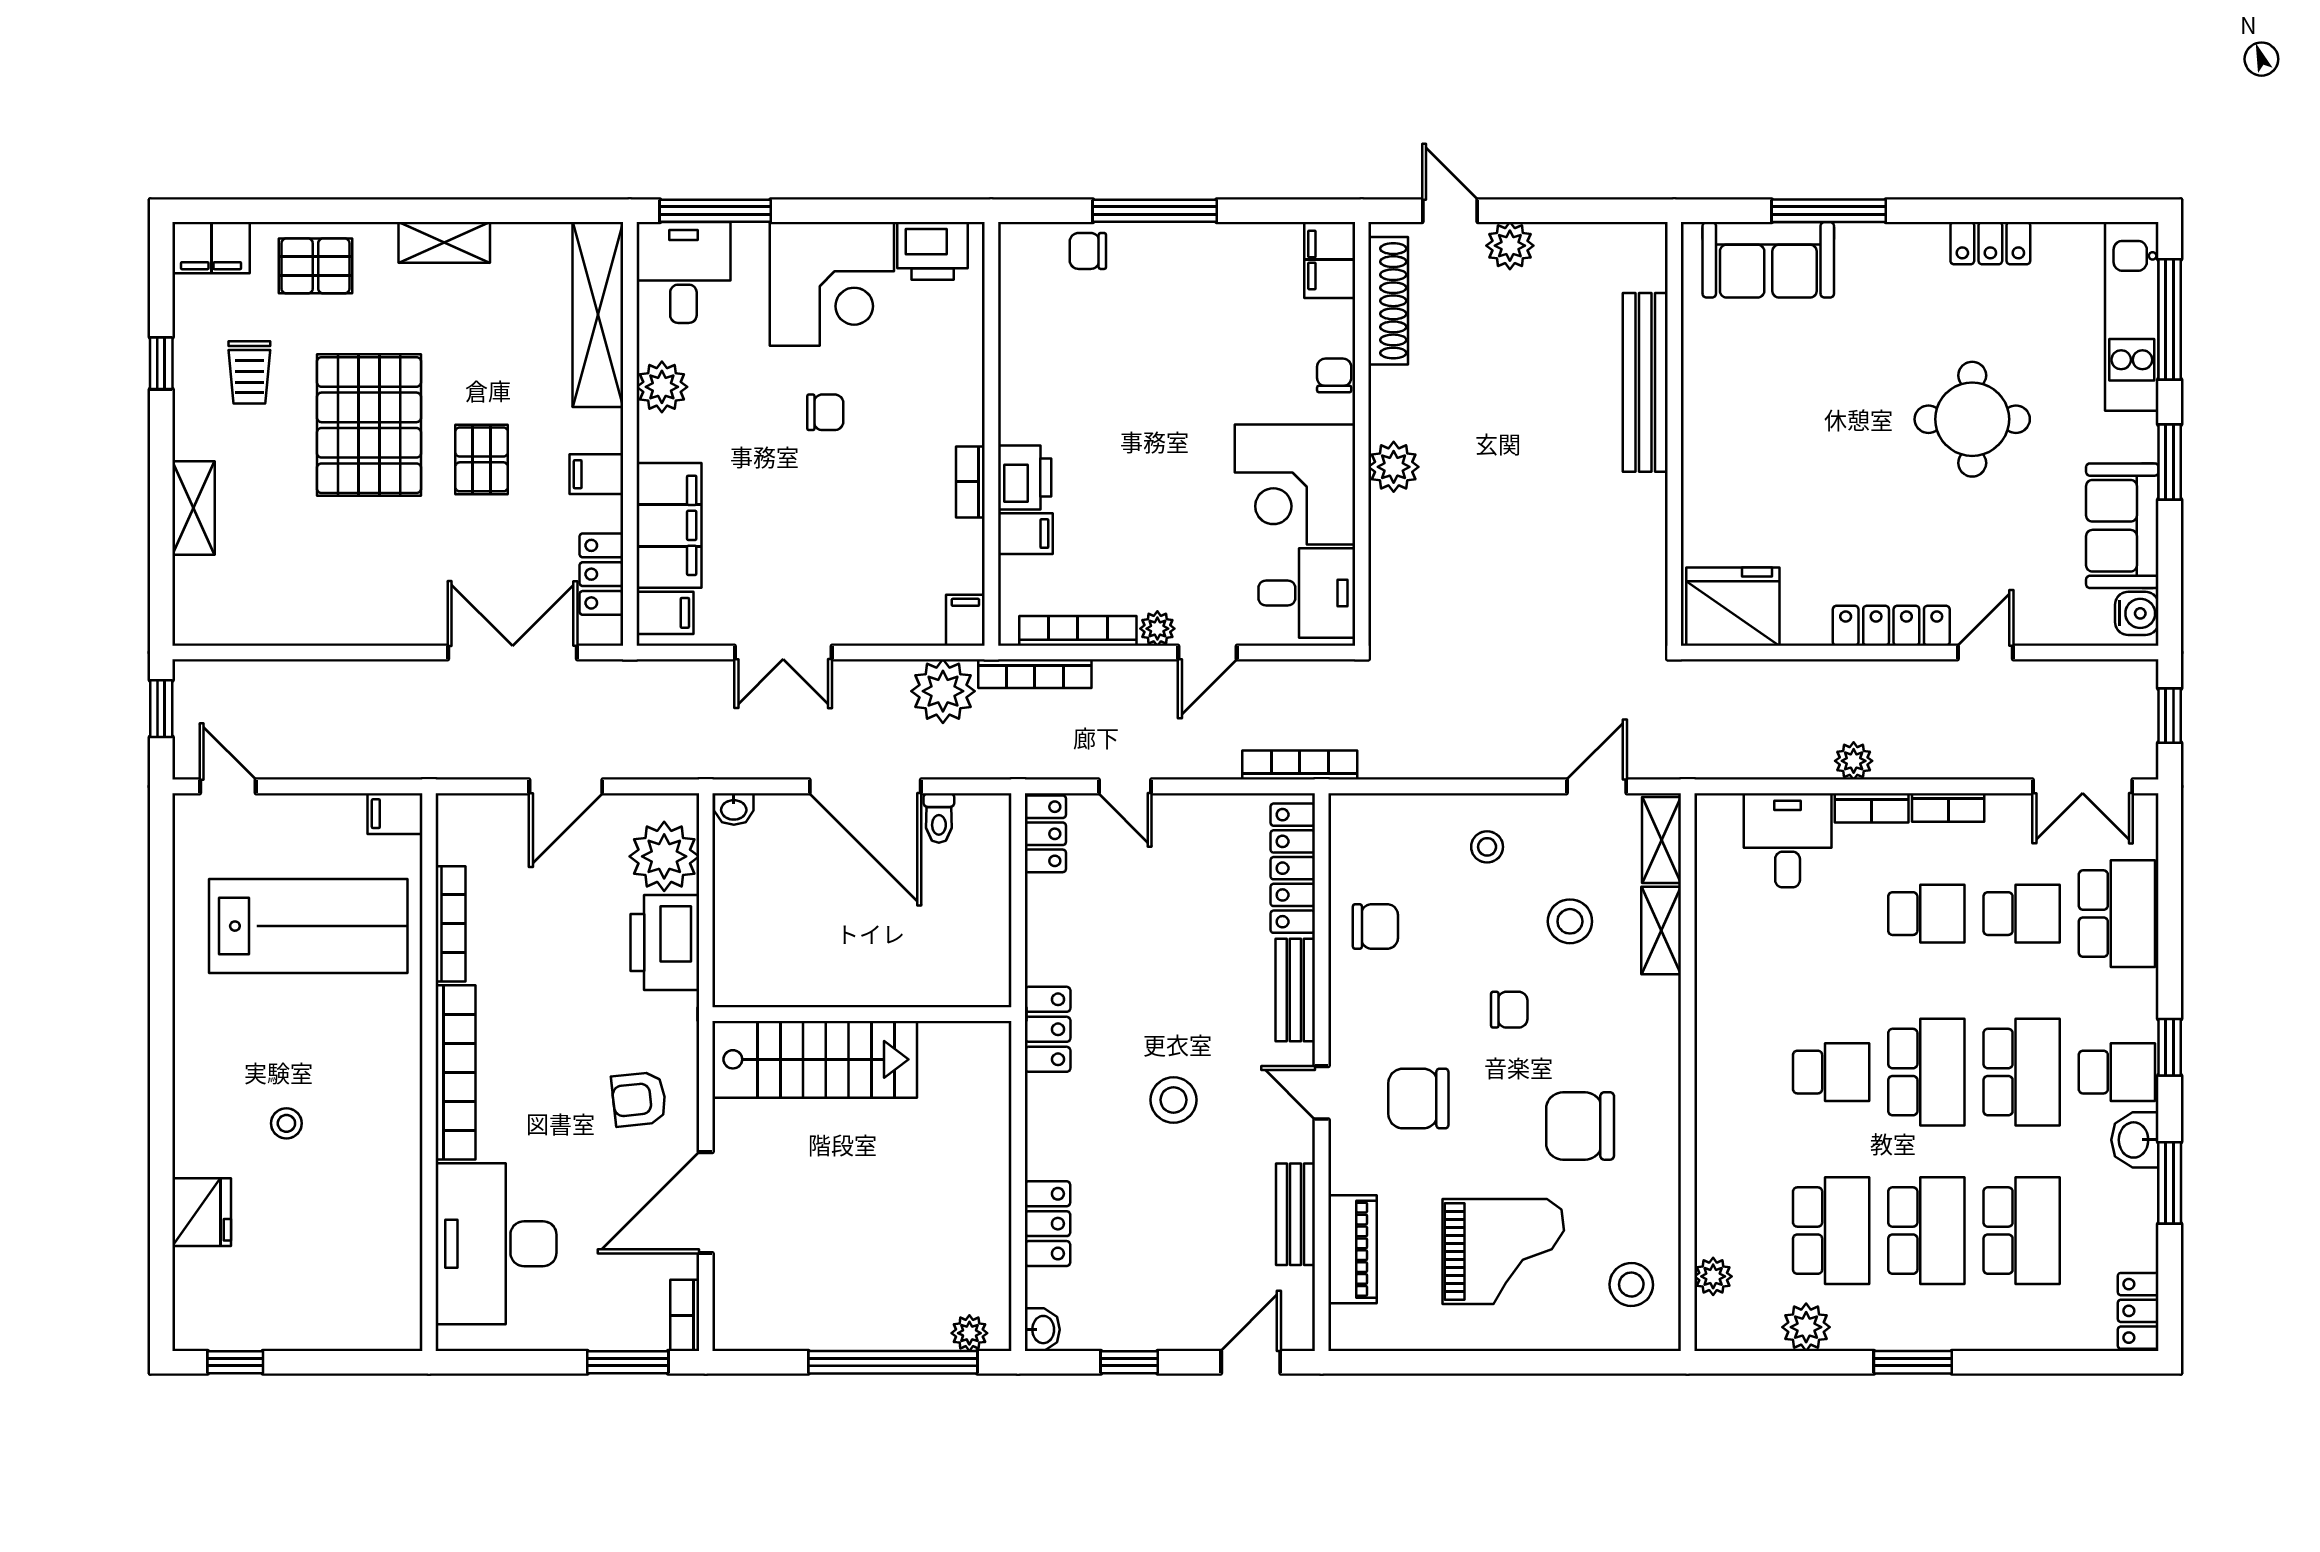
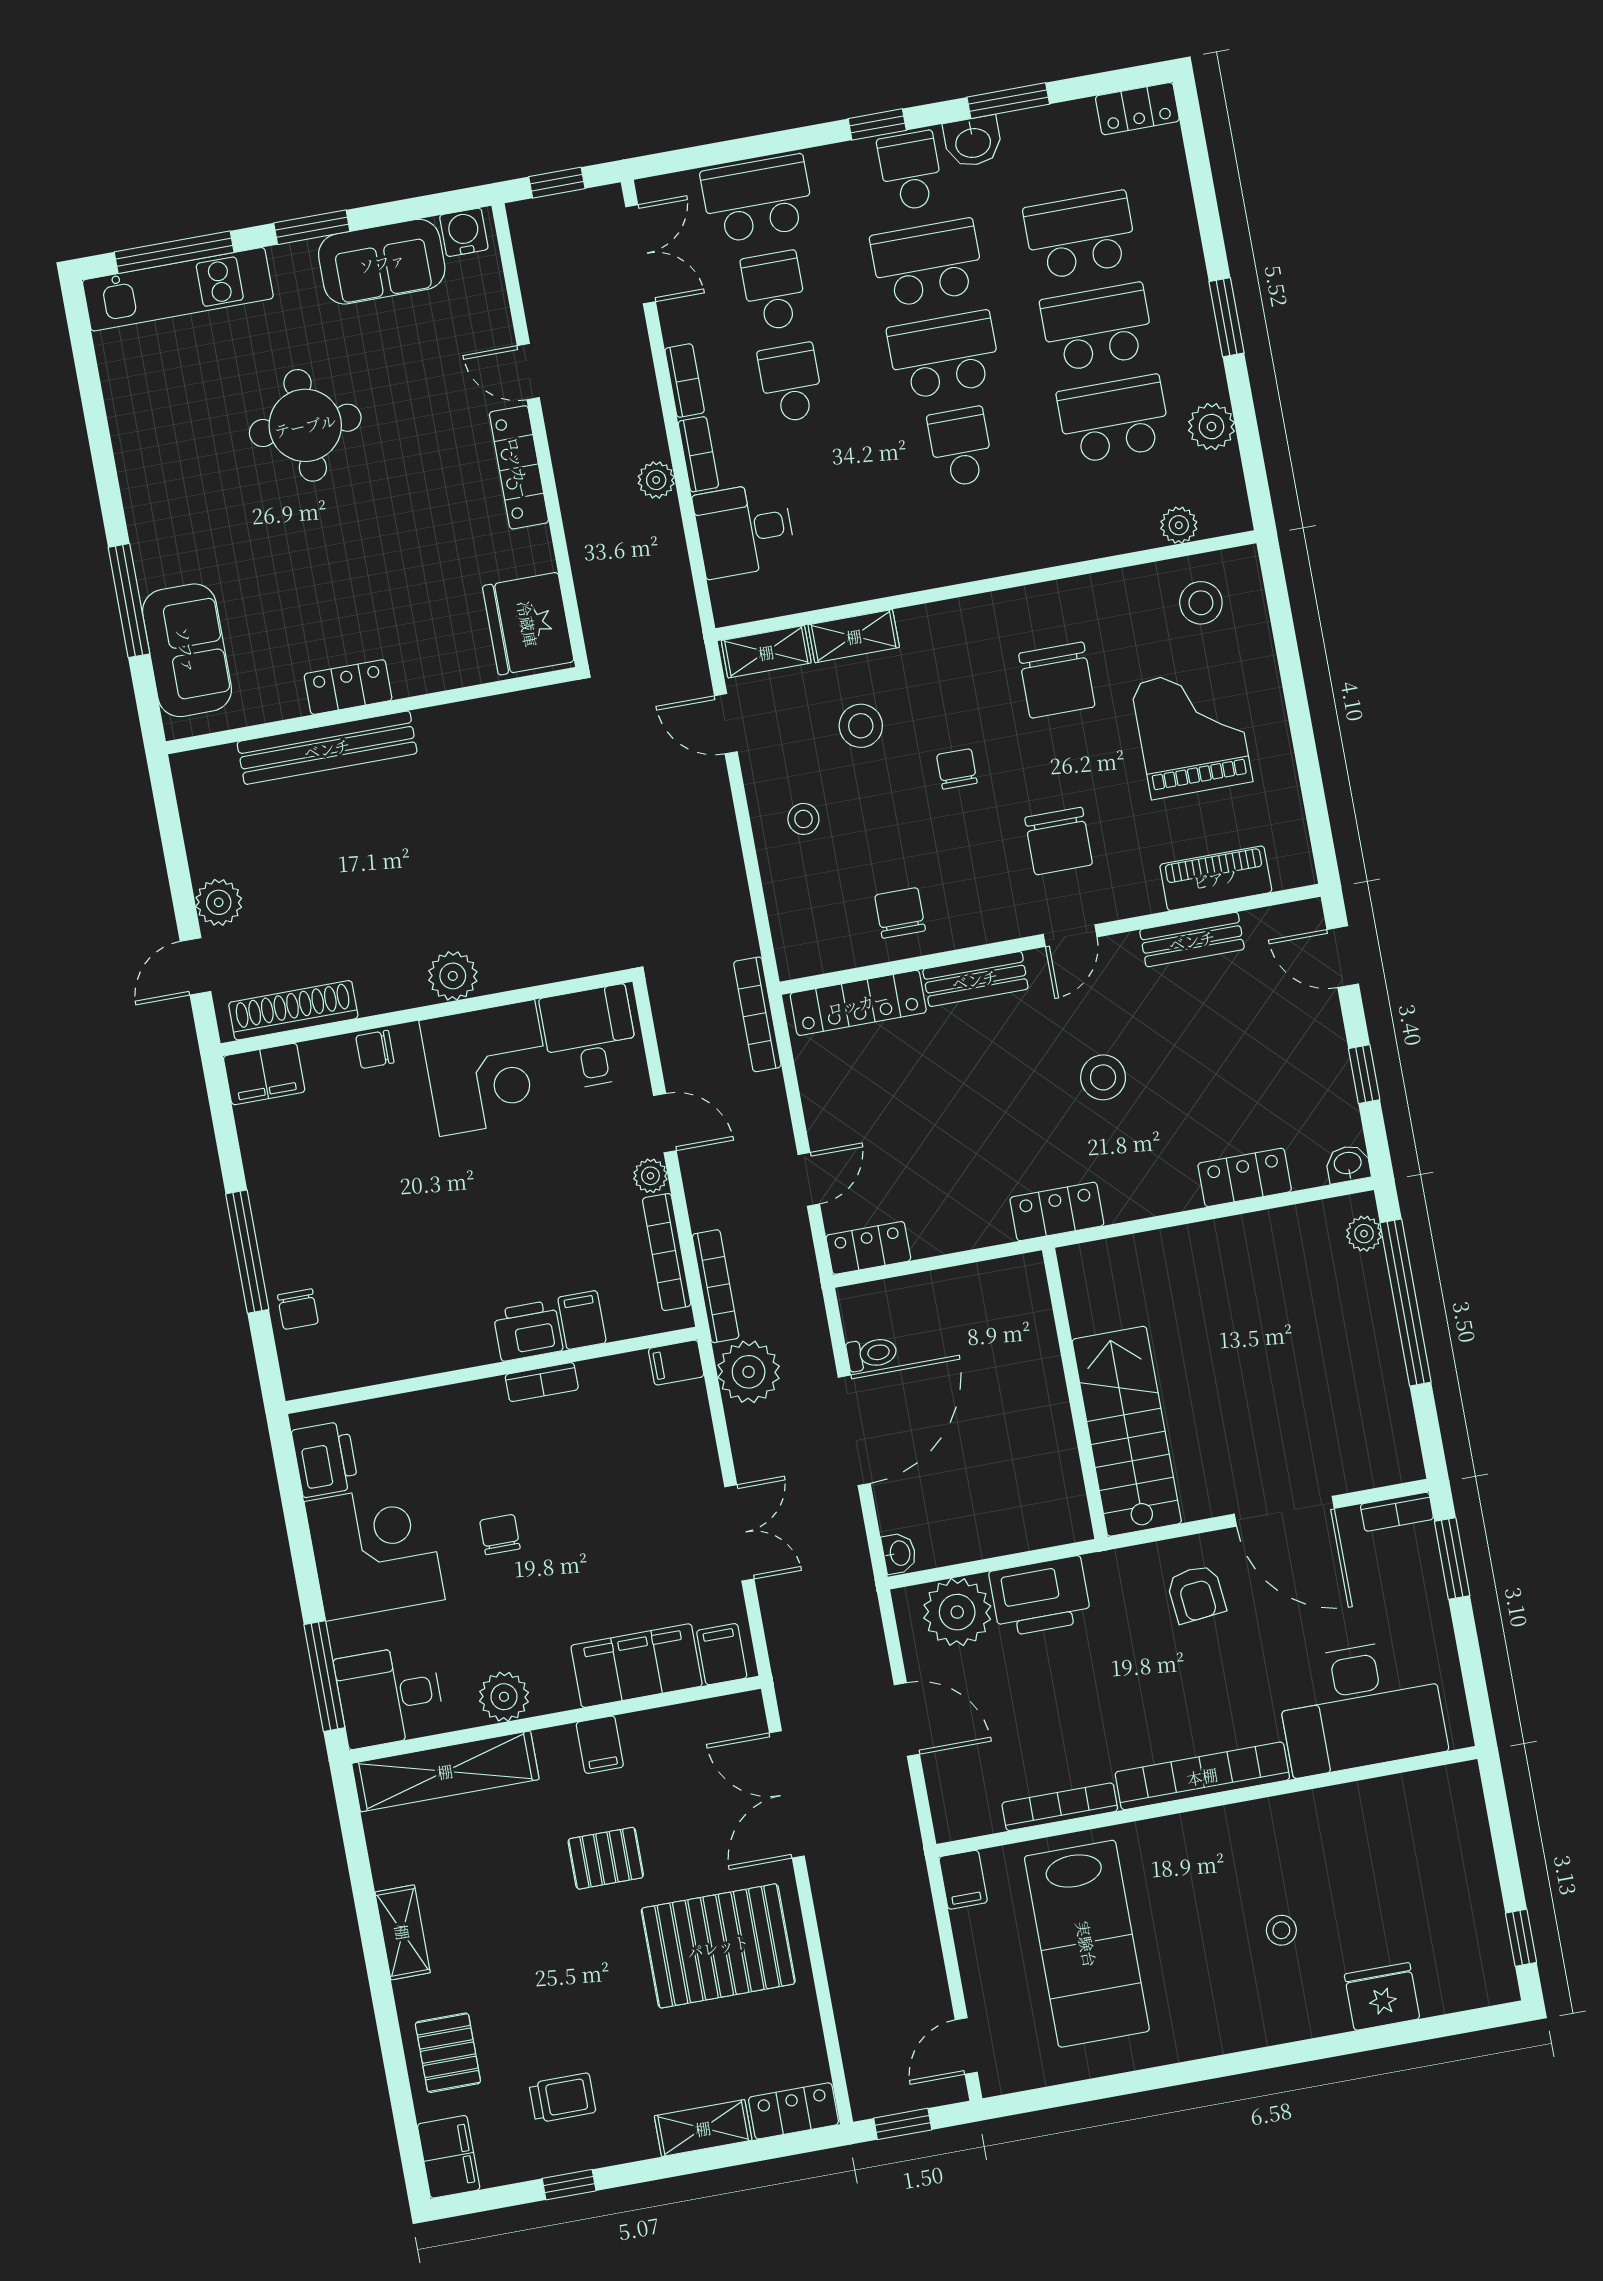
locker: (1990, 243) -> (348, 687), moved, turned -90
pallet: (369, 425) -> (718, 1946), moved
locker: (601, 574) -> (793, 2111), moved, turned 180
lab bench: (308, 926) -> (1087, 1944), turned 180

